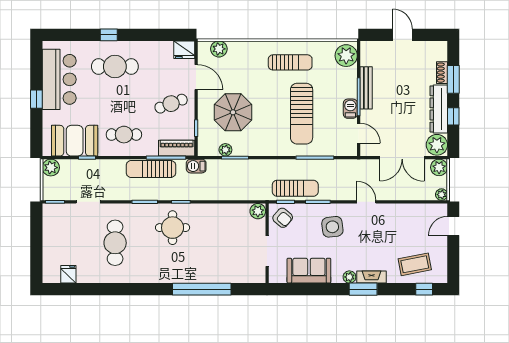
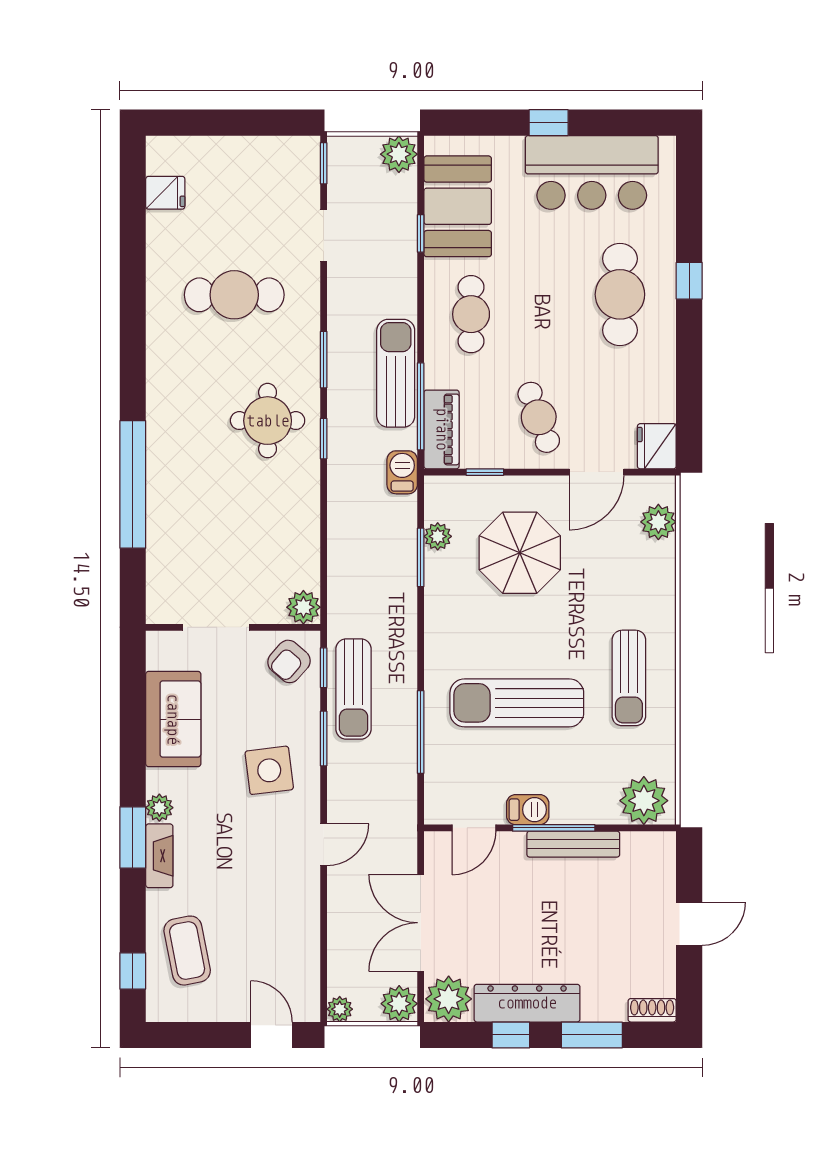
shoe rack: (442, 73) -> (652, 1010), moved

